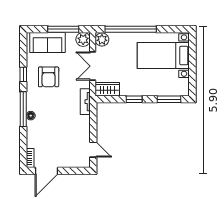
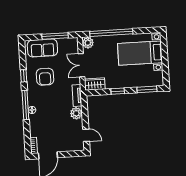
plant: (83, 39) -> (76, 113), moved

